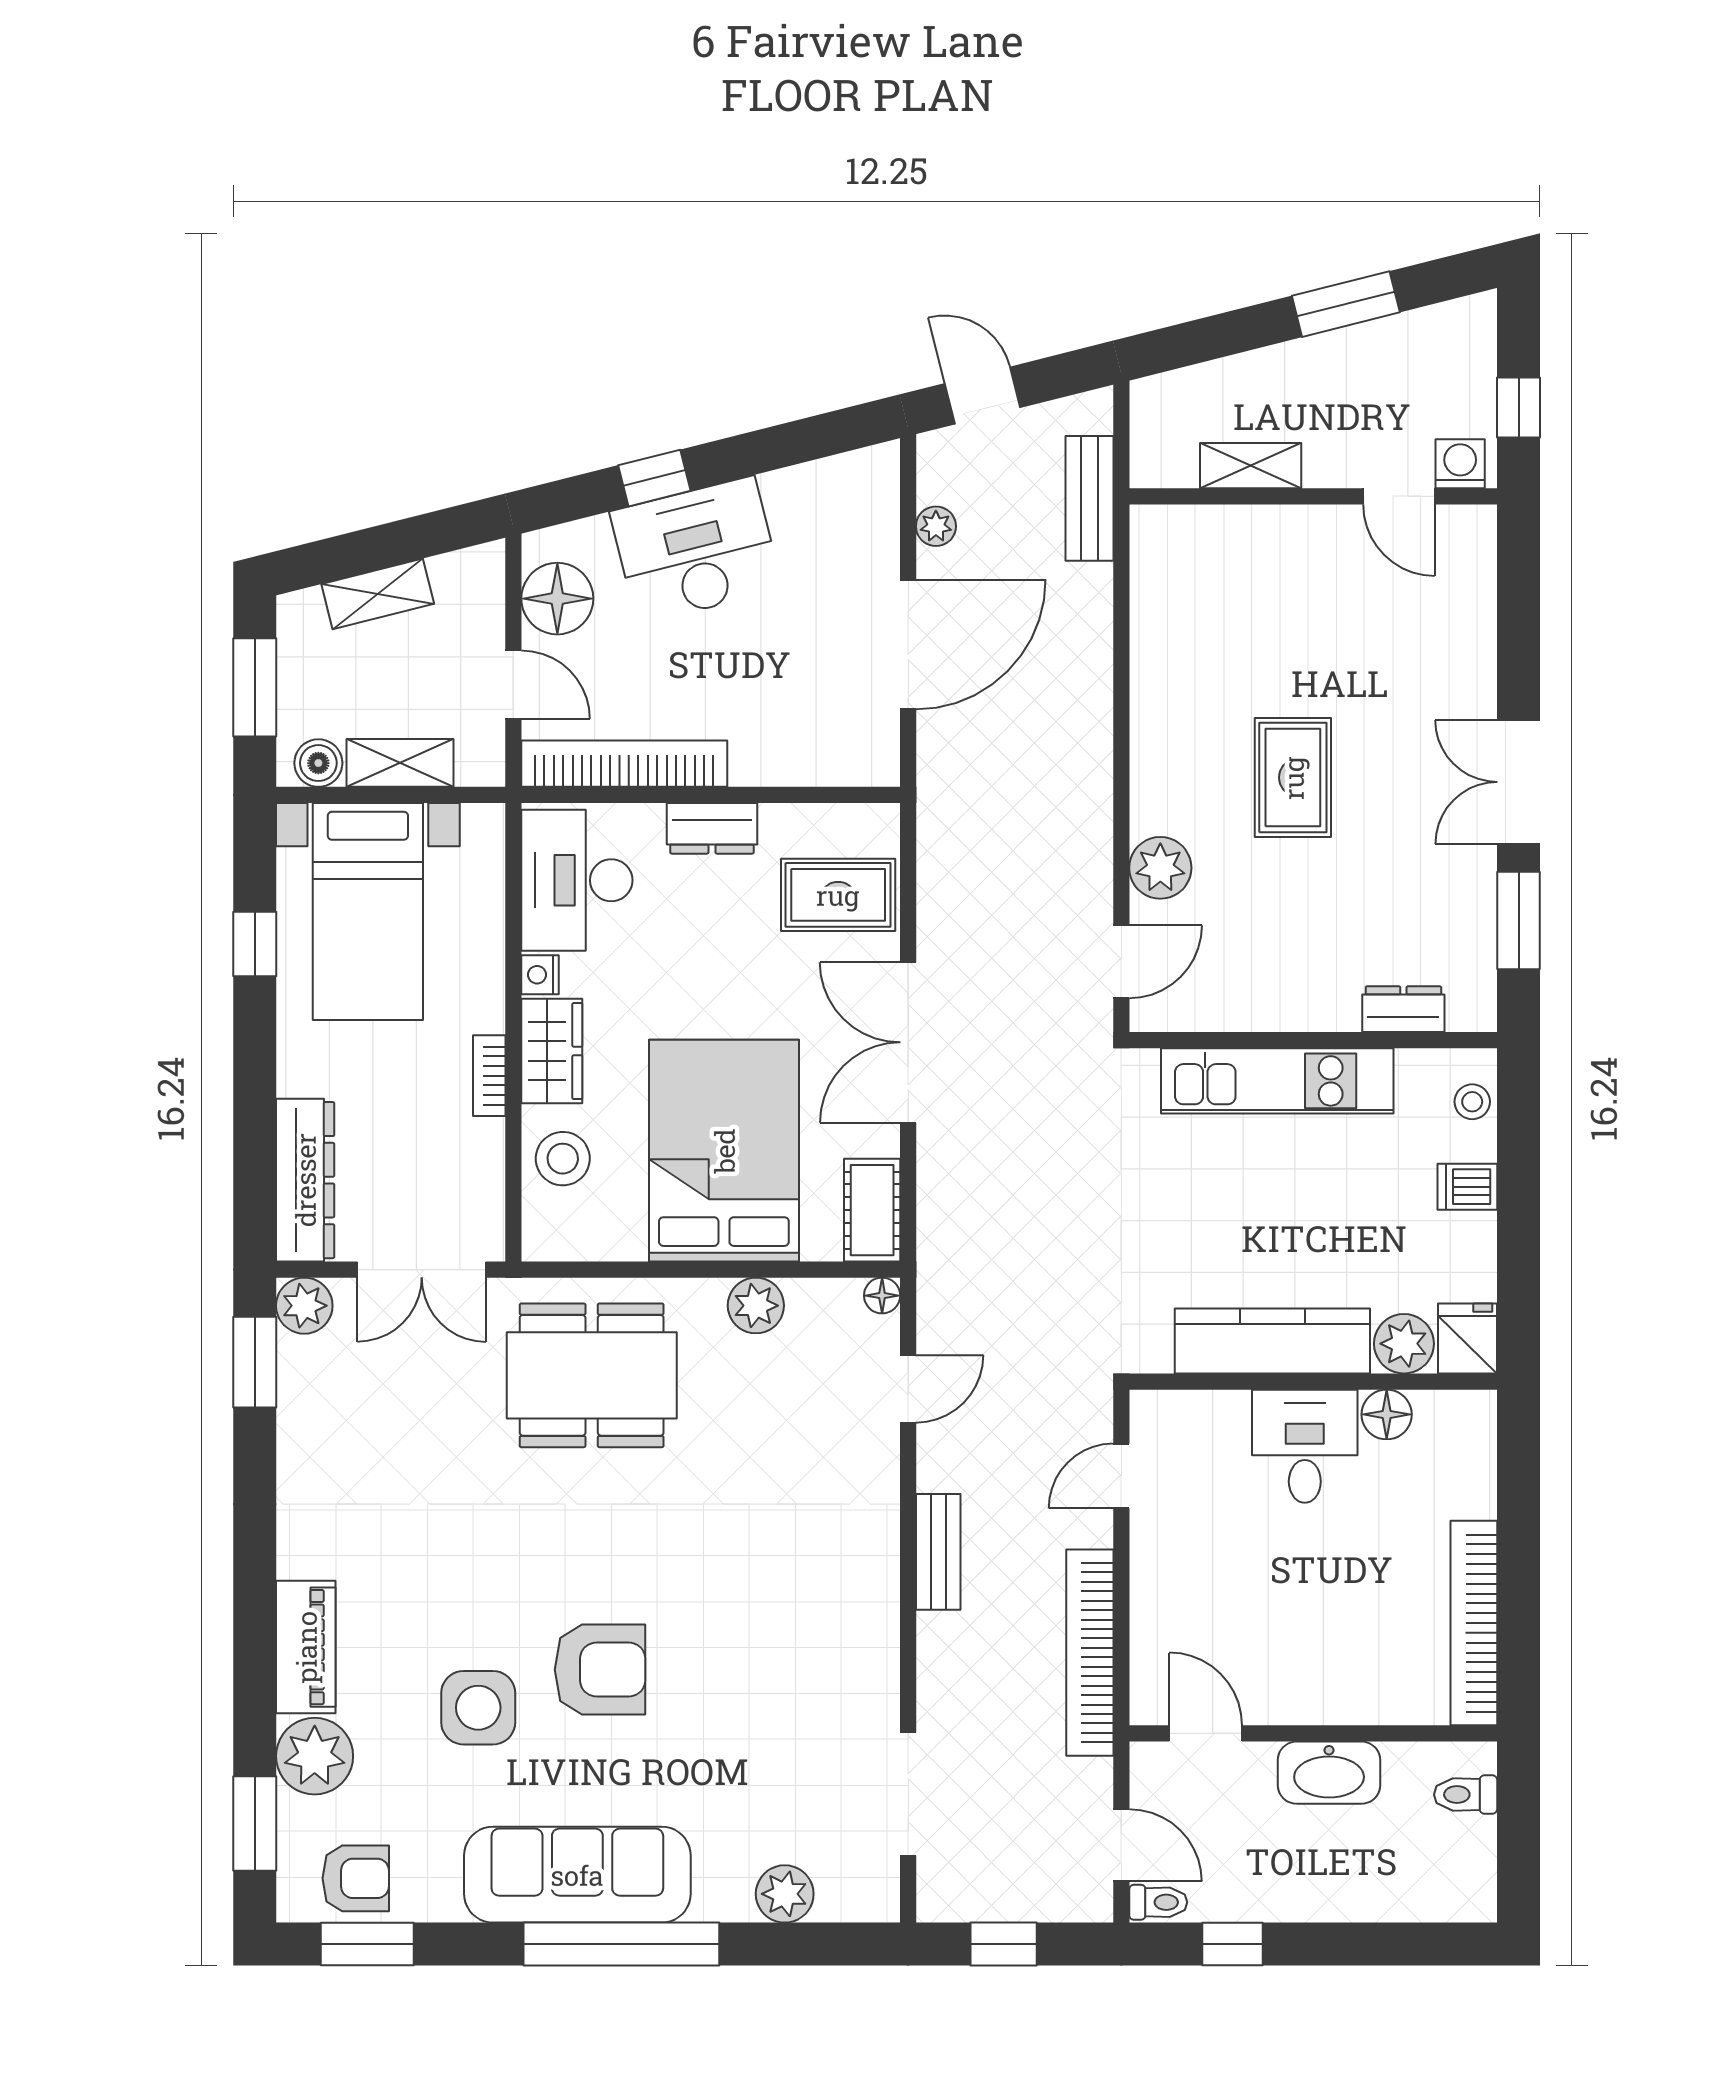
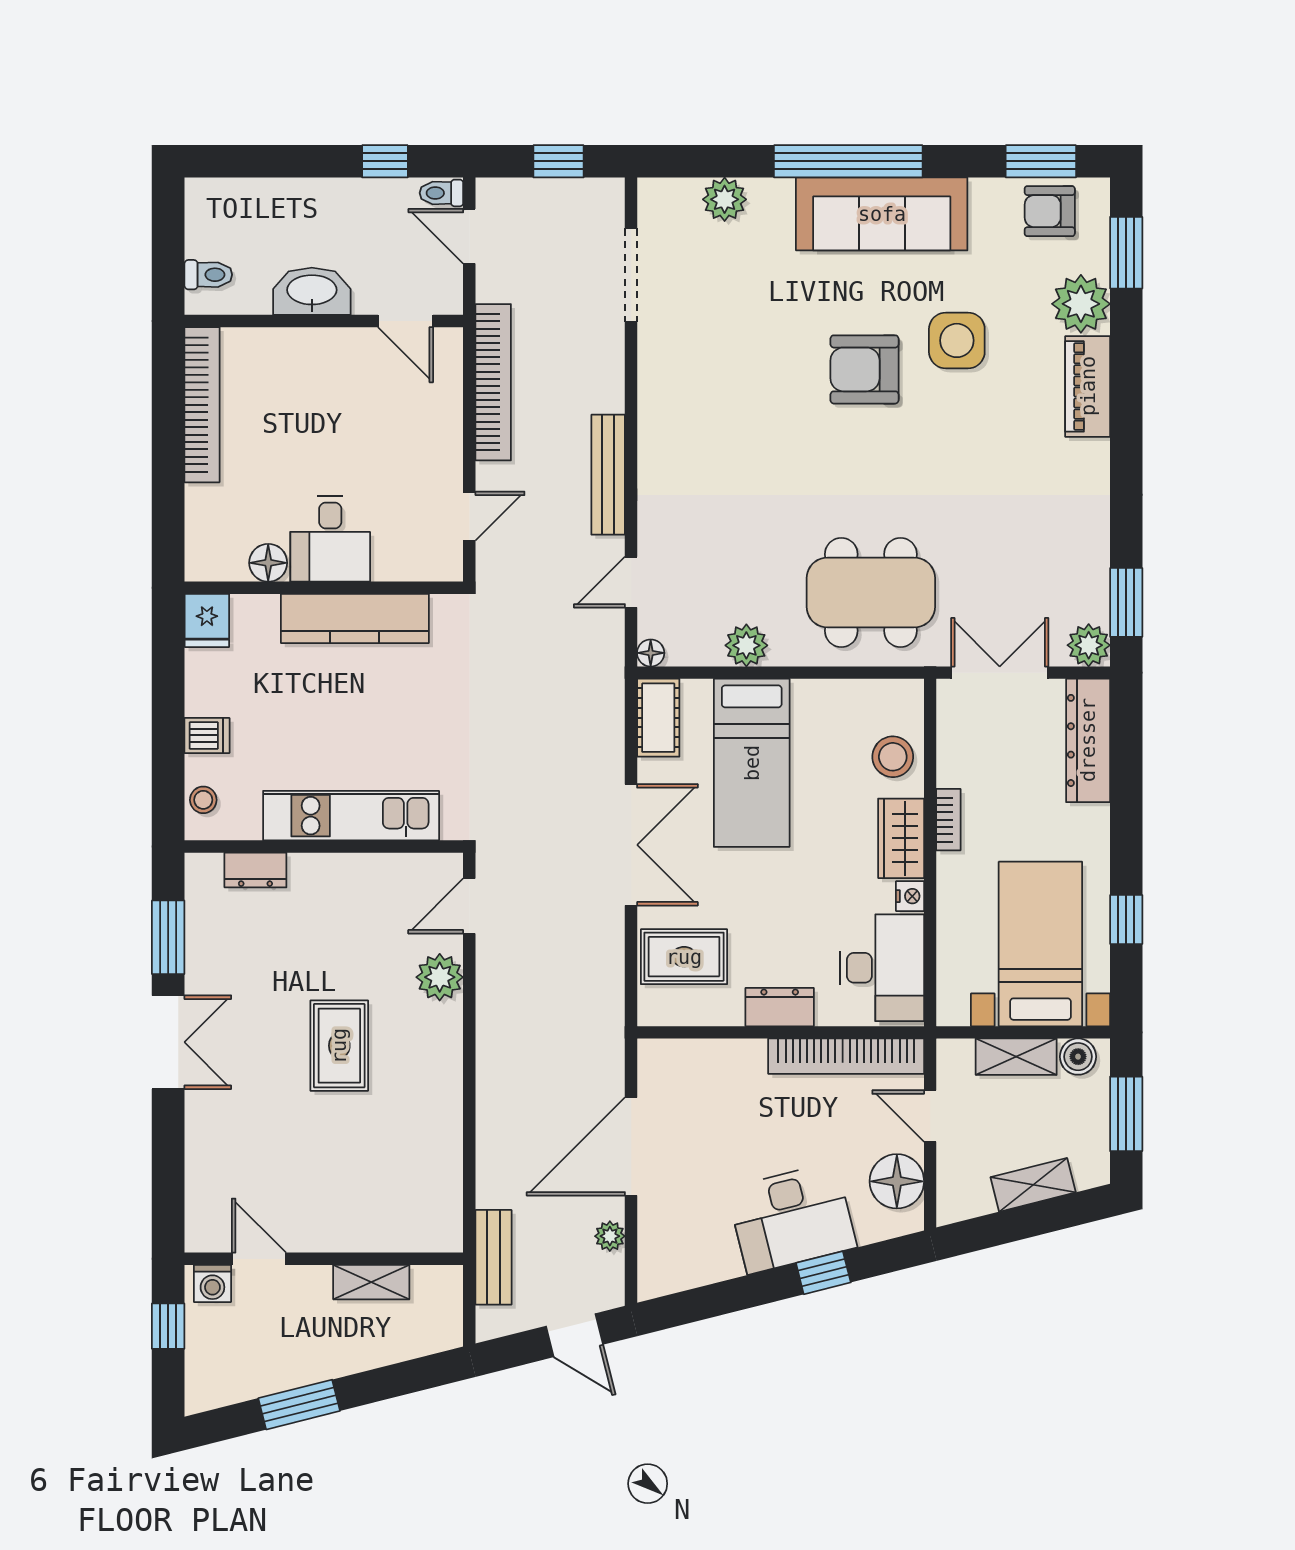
bed: (724, 1151) -> (752, 763), width x0.67
plant: (1404, 1344) -> (255, 616), removed
bench: (938, 1552) -> (608, 475), width x1.36

